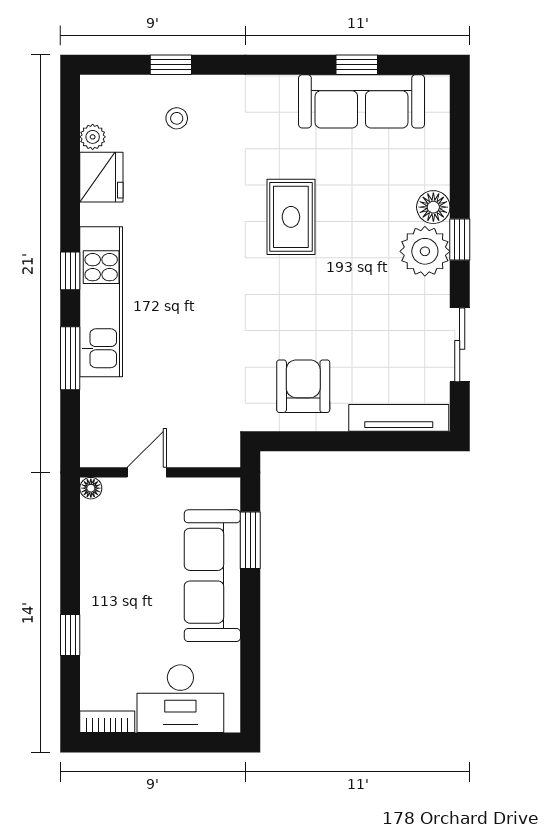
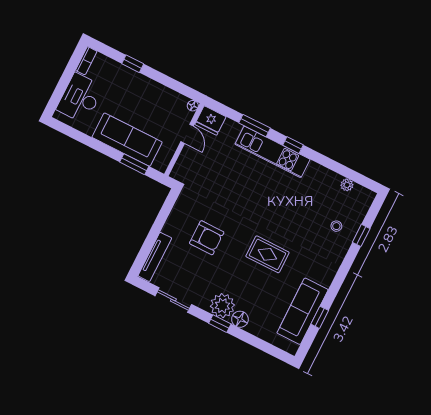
fridge: (101, 177) -> (210, 121), moved
armchair: (303, 386) -> (207, 238), moved

